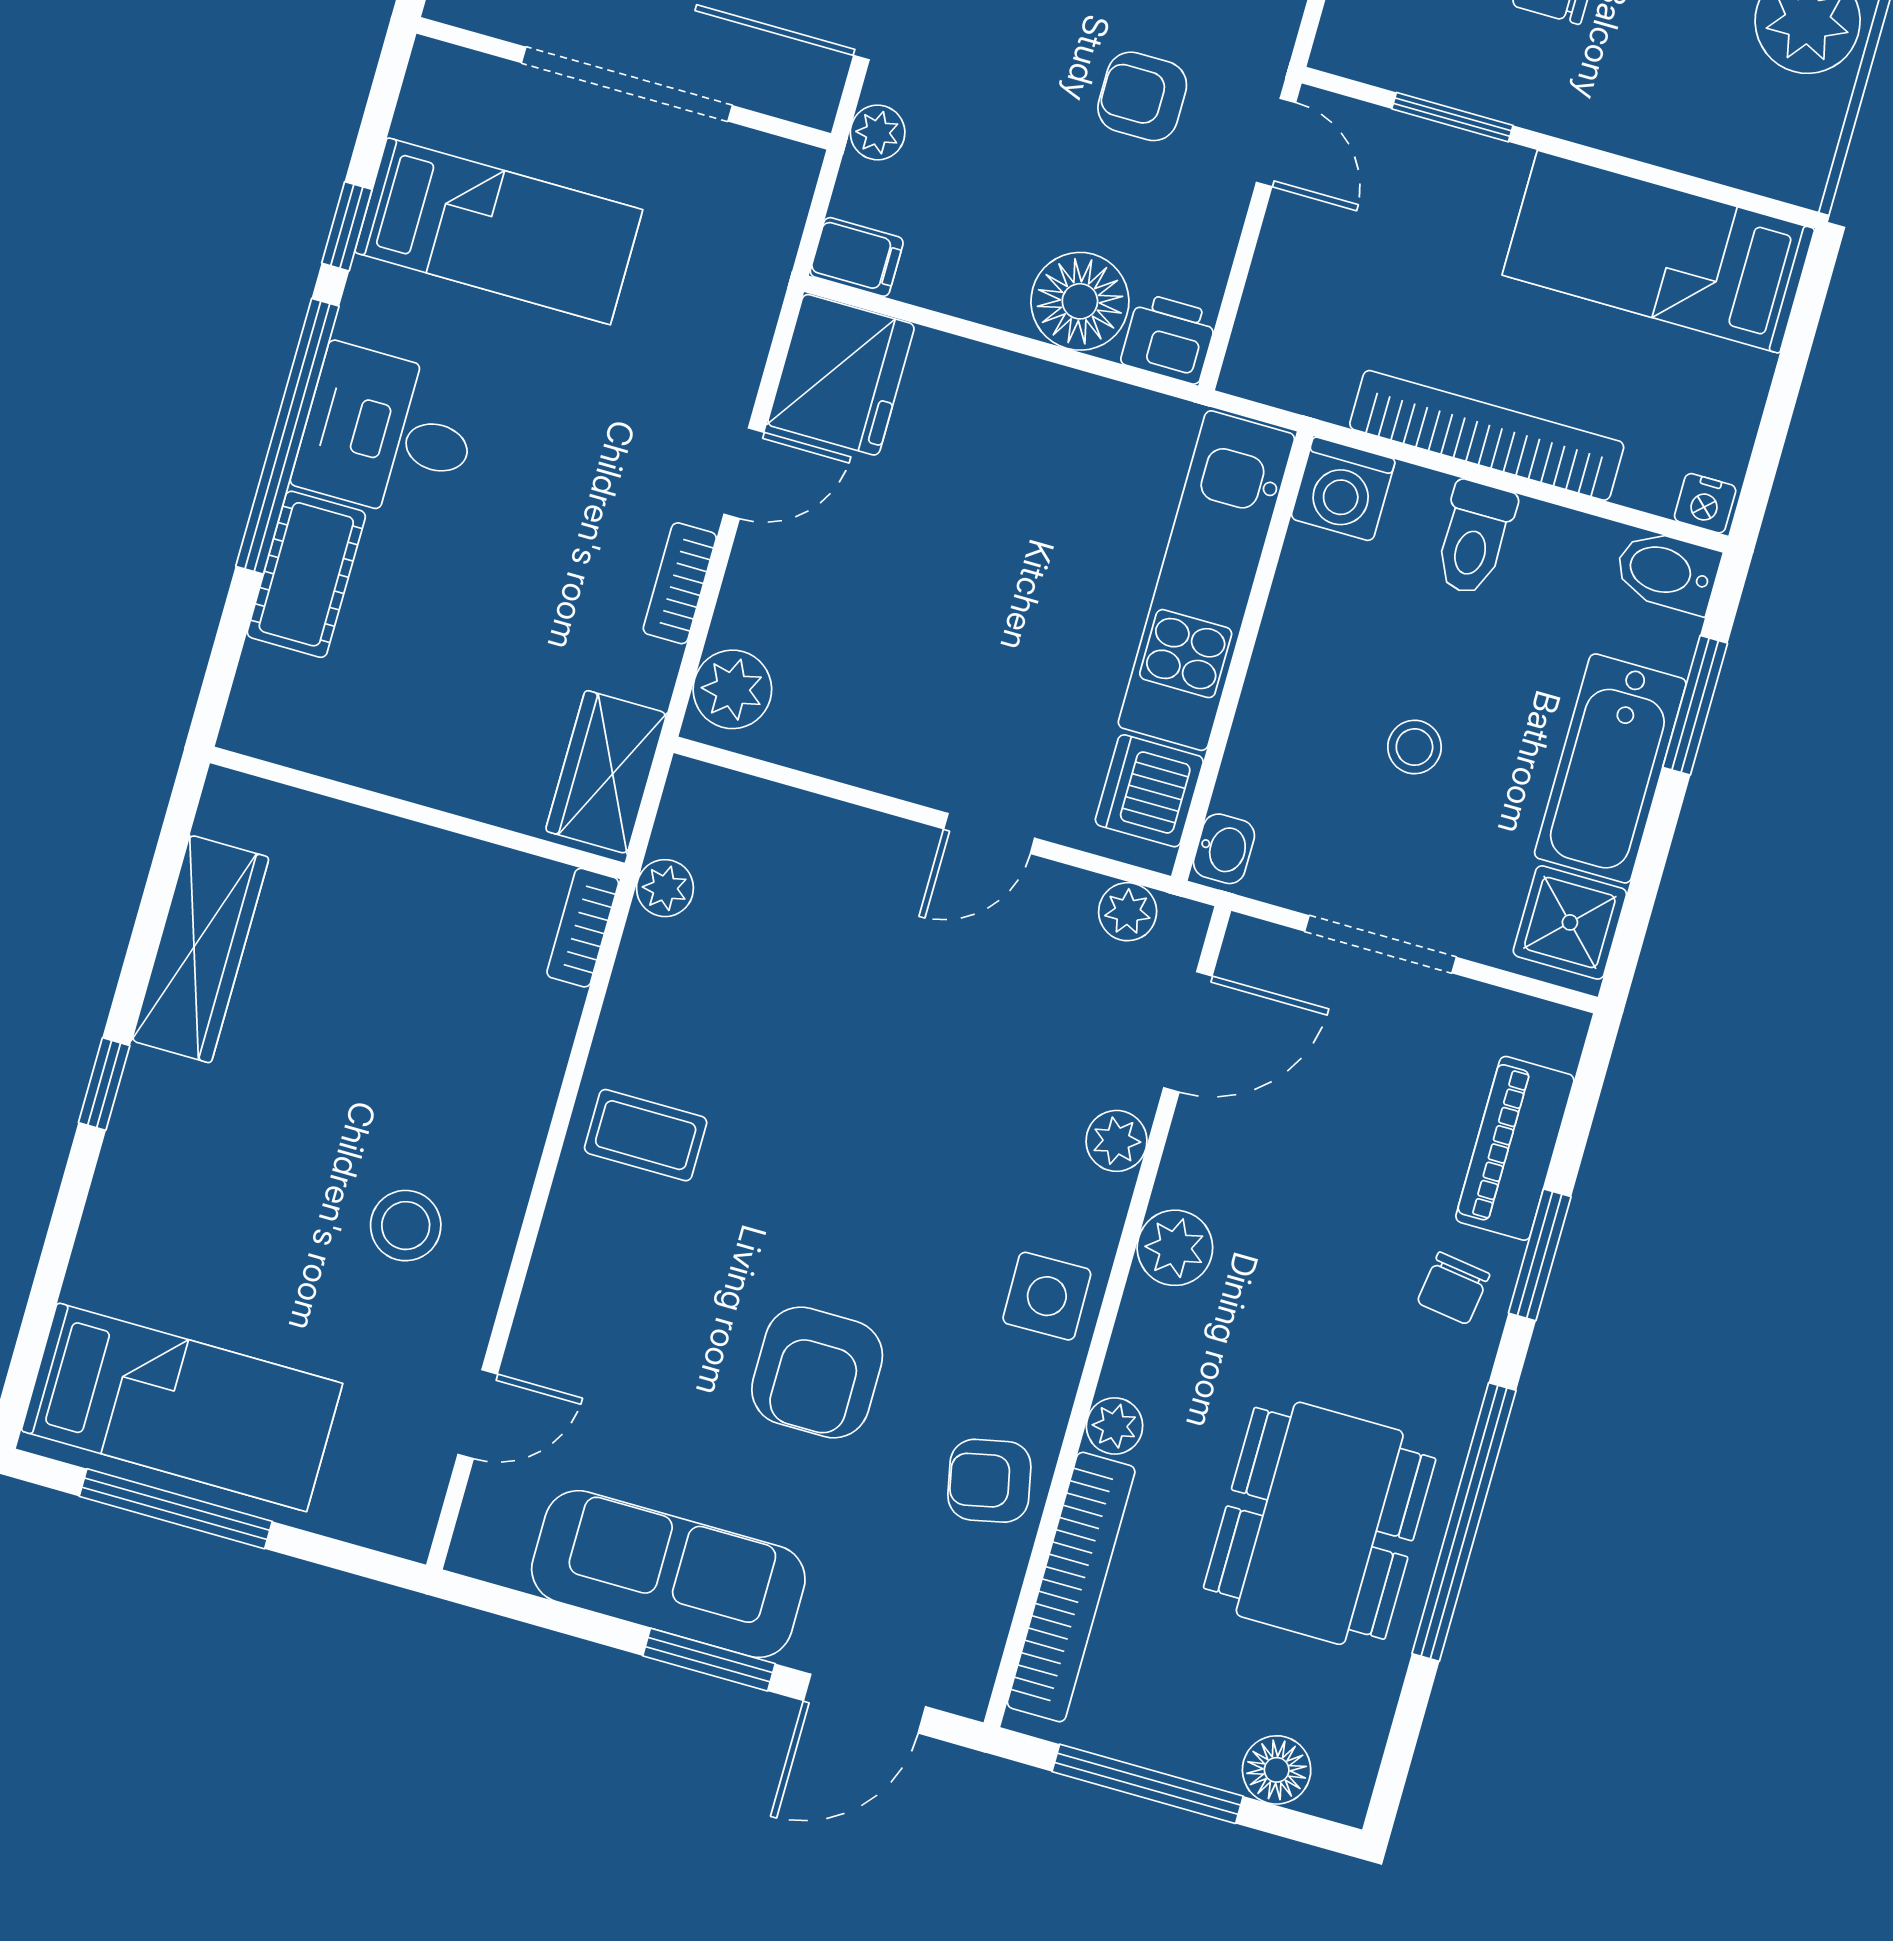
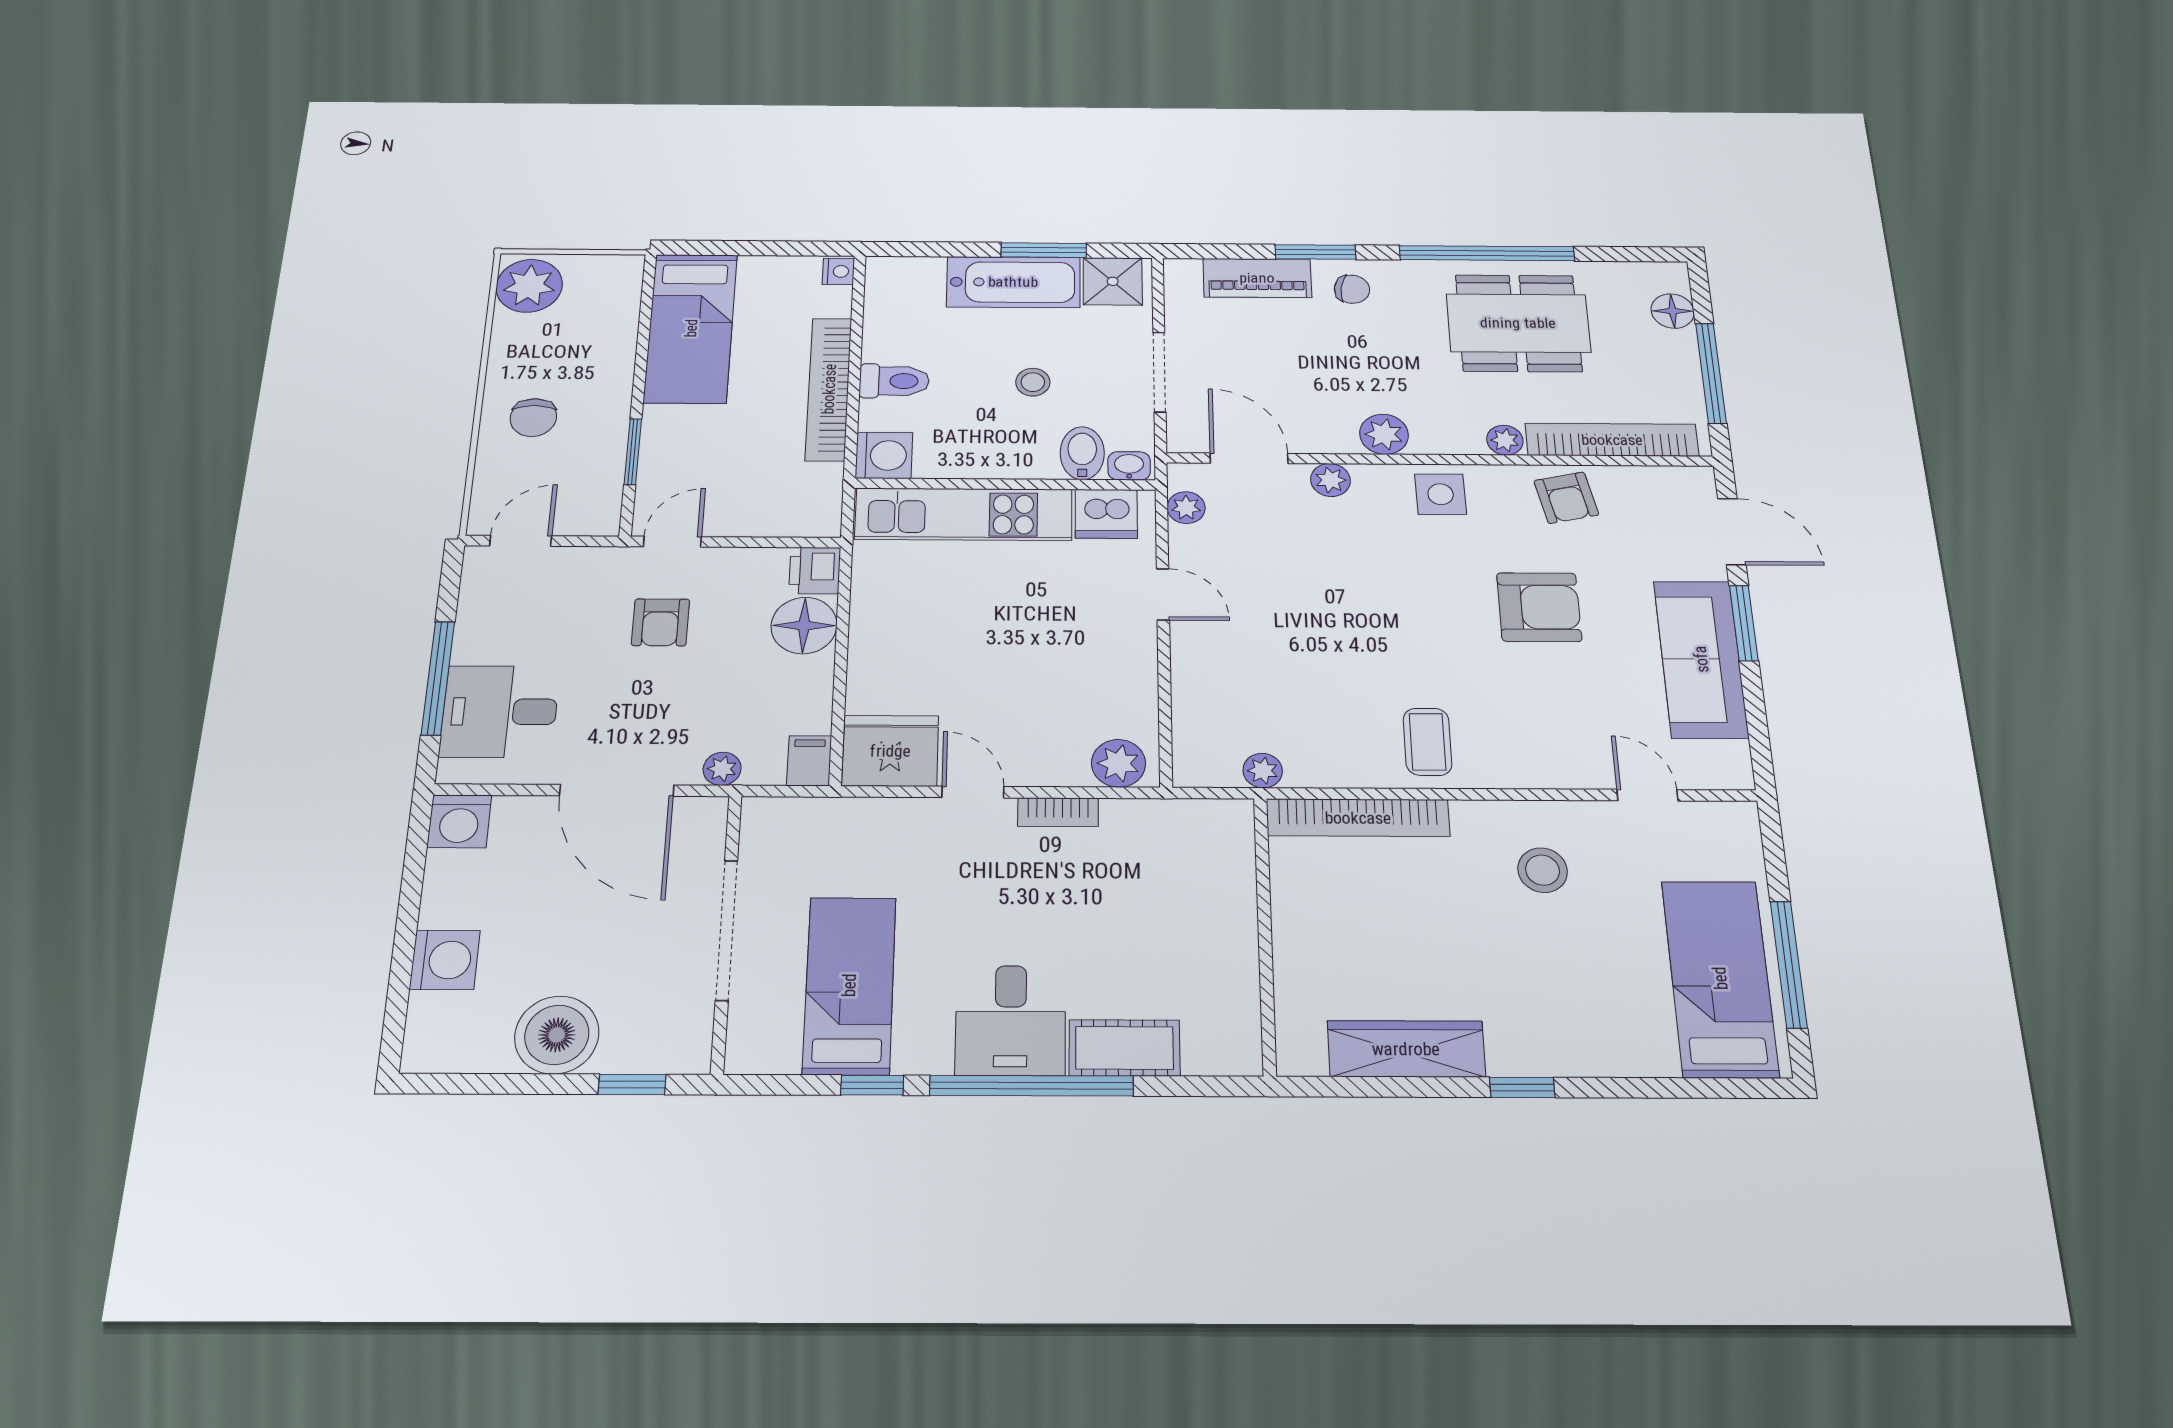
bidet: (1667, 571) -> (1082, 453), moved, turned 180
window: (1695, 705) -> (1044, 250), moved
wardrobe: (606, 772) -> (1198, 825), removed
bookcase: (583, 928) -> (1358, 818), width x2.31, depth x1.31

